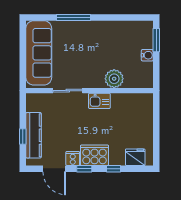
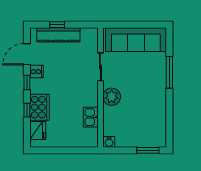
water cooler: (147, 55) -> (109, 142), moved
plant: (114, 79) -> (112, 97), moved
kitchen sink: (99, 101) -> (91, 117), moved
cooker: (95, 155) -> (40, 107), moved

